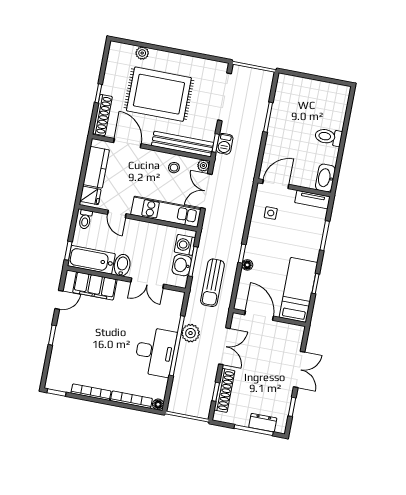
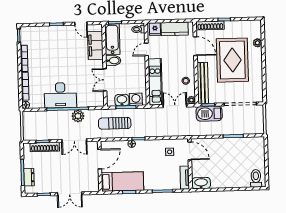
toilet: (328, 137) -> (256, 178), moved
door: (127, 143) -> (195, 46), hinge flipped
barbecue: (225, 144) -> (209, 114), width x1.88, depth x1.53

